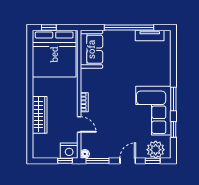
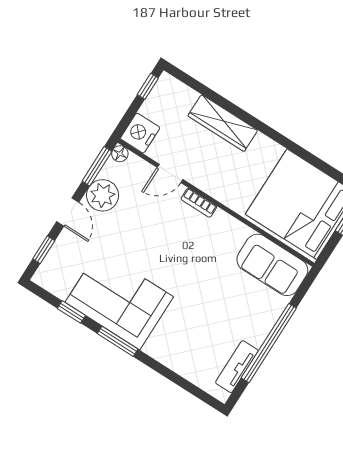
plant: (156, 150) -> (103, 195), moved
window: (65, 161) -> (148, 86), moved

